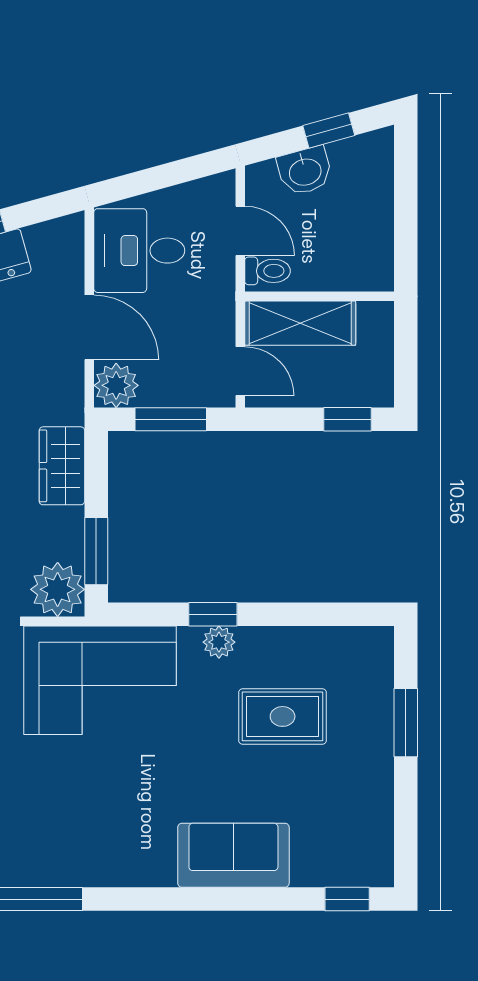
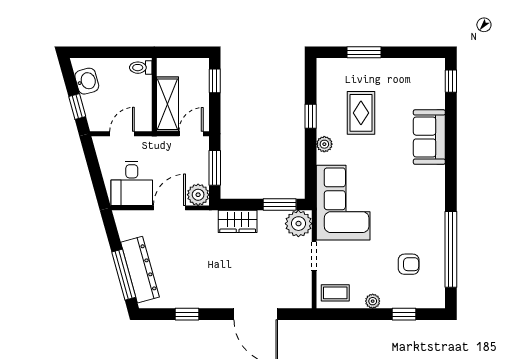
window: (329, 130) -> (77, 107), moved
washbasin: (305, 171) -> (87, 81), moved
toilet: (268, 271) -> (141, 68), moved, turned -90
window: (213, 614) -> (311, 116), moved

